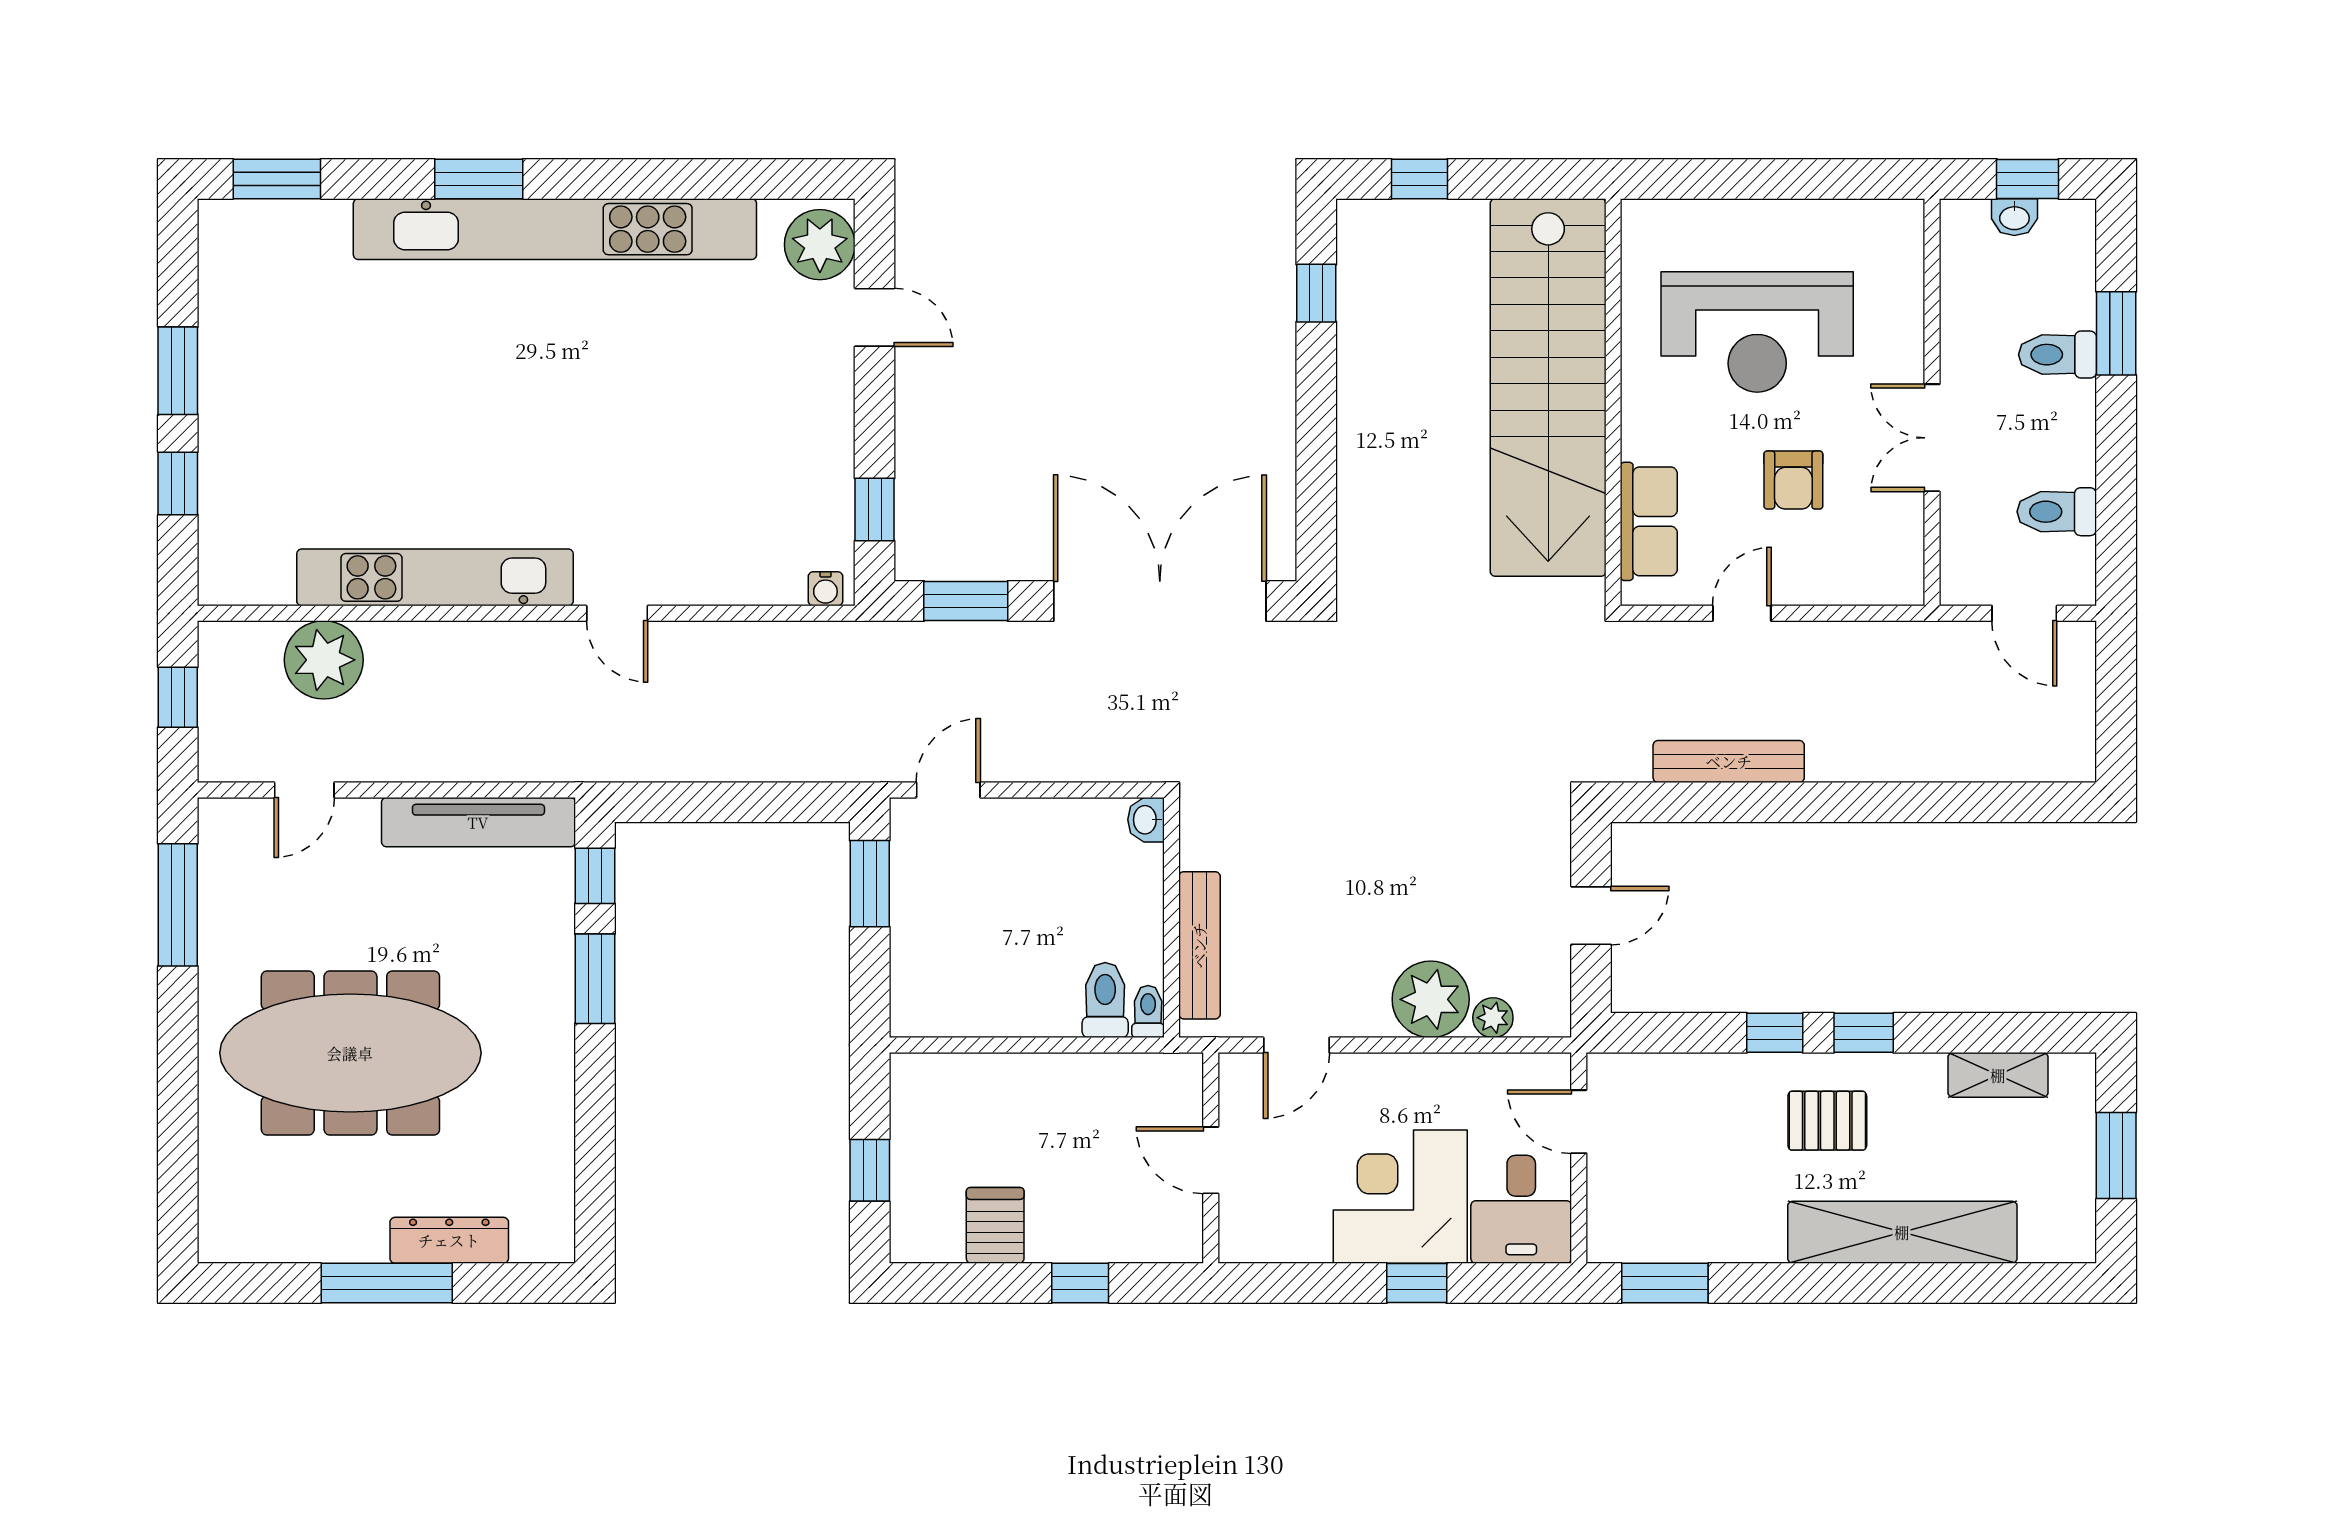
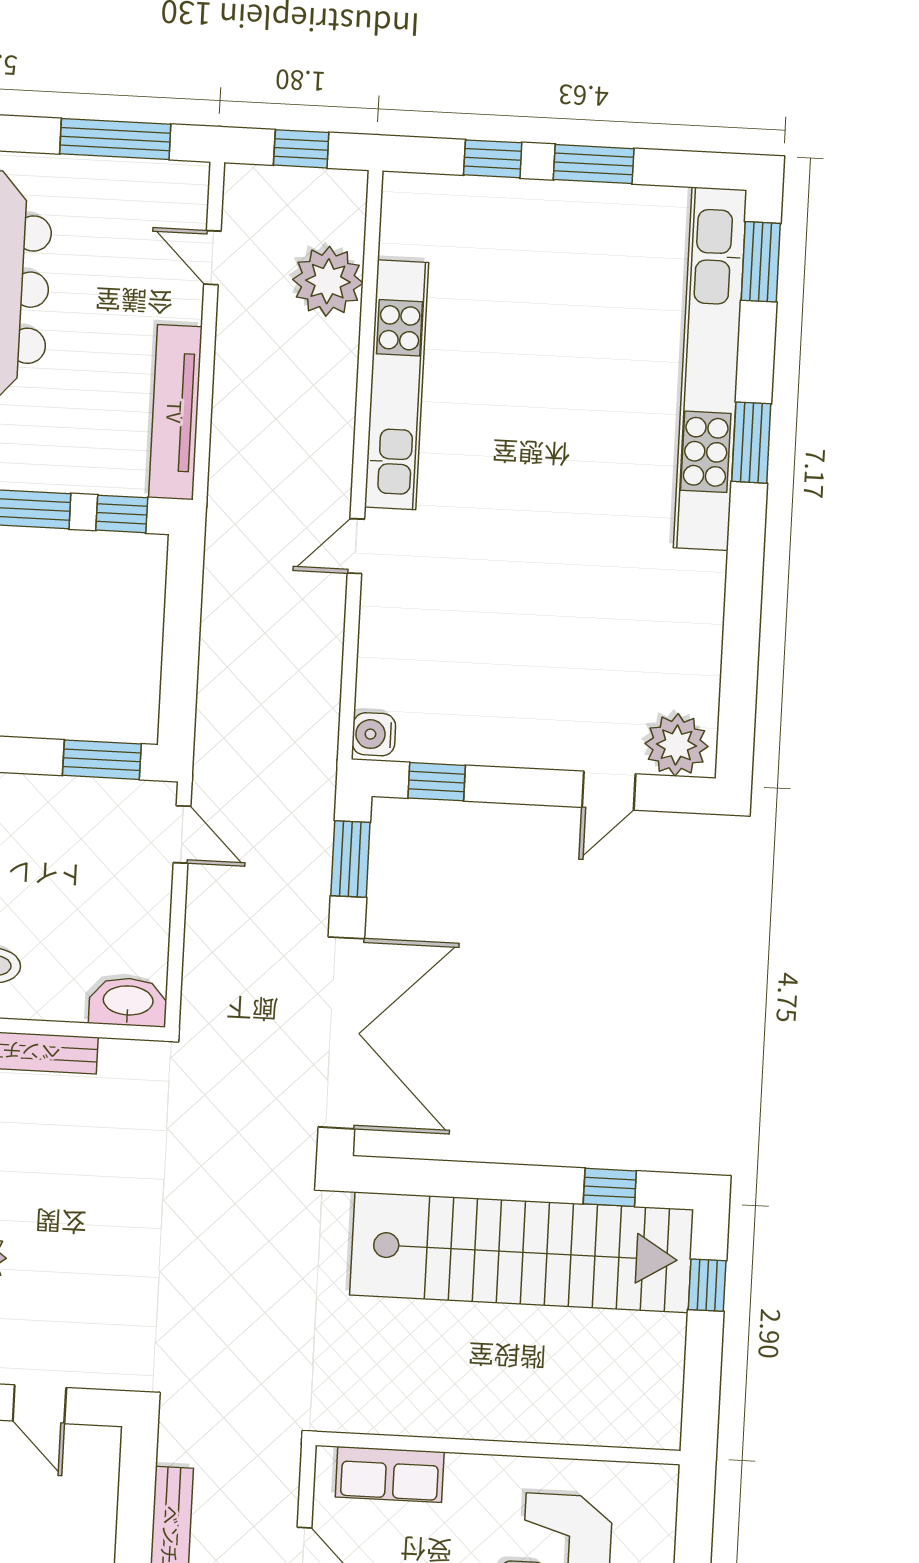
kitchen unit: (555, 229) -> (710, 369), moved
stairs: (1548, 388) -> (522, 1252), moved, turned 180
water cooler: (825, 589) -> (374, 734), width x1.38, depth x1.38
washbasin: (1146, 820) -> (128, 1002), width x1.91, depth x1.45

